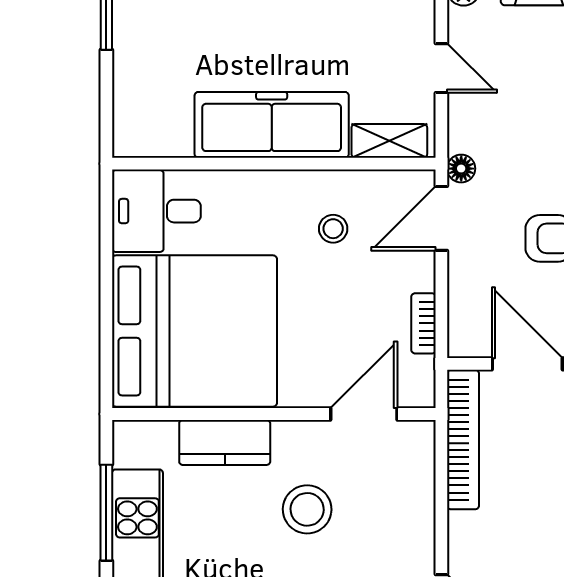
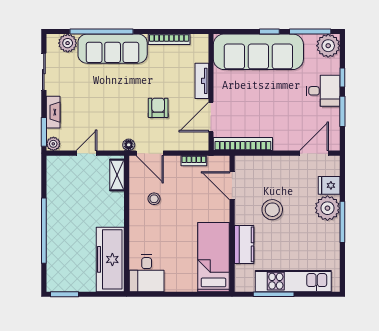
freezer: (272, 125) -> (110, 259), moved
bed: (194, 331) -> (213, 257), width x0.49

